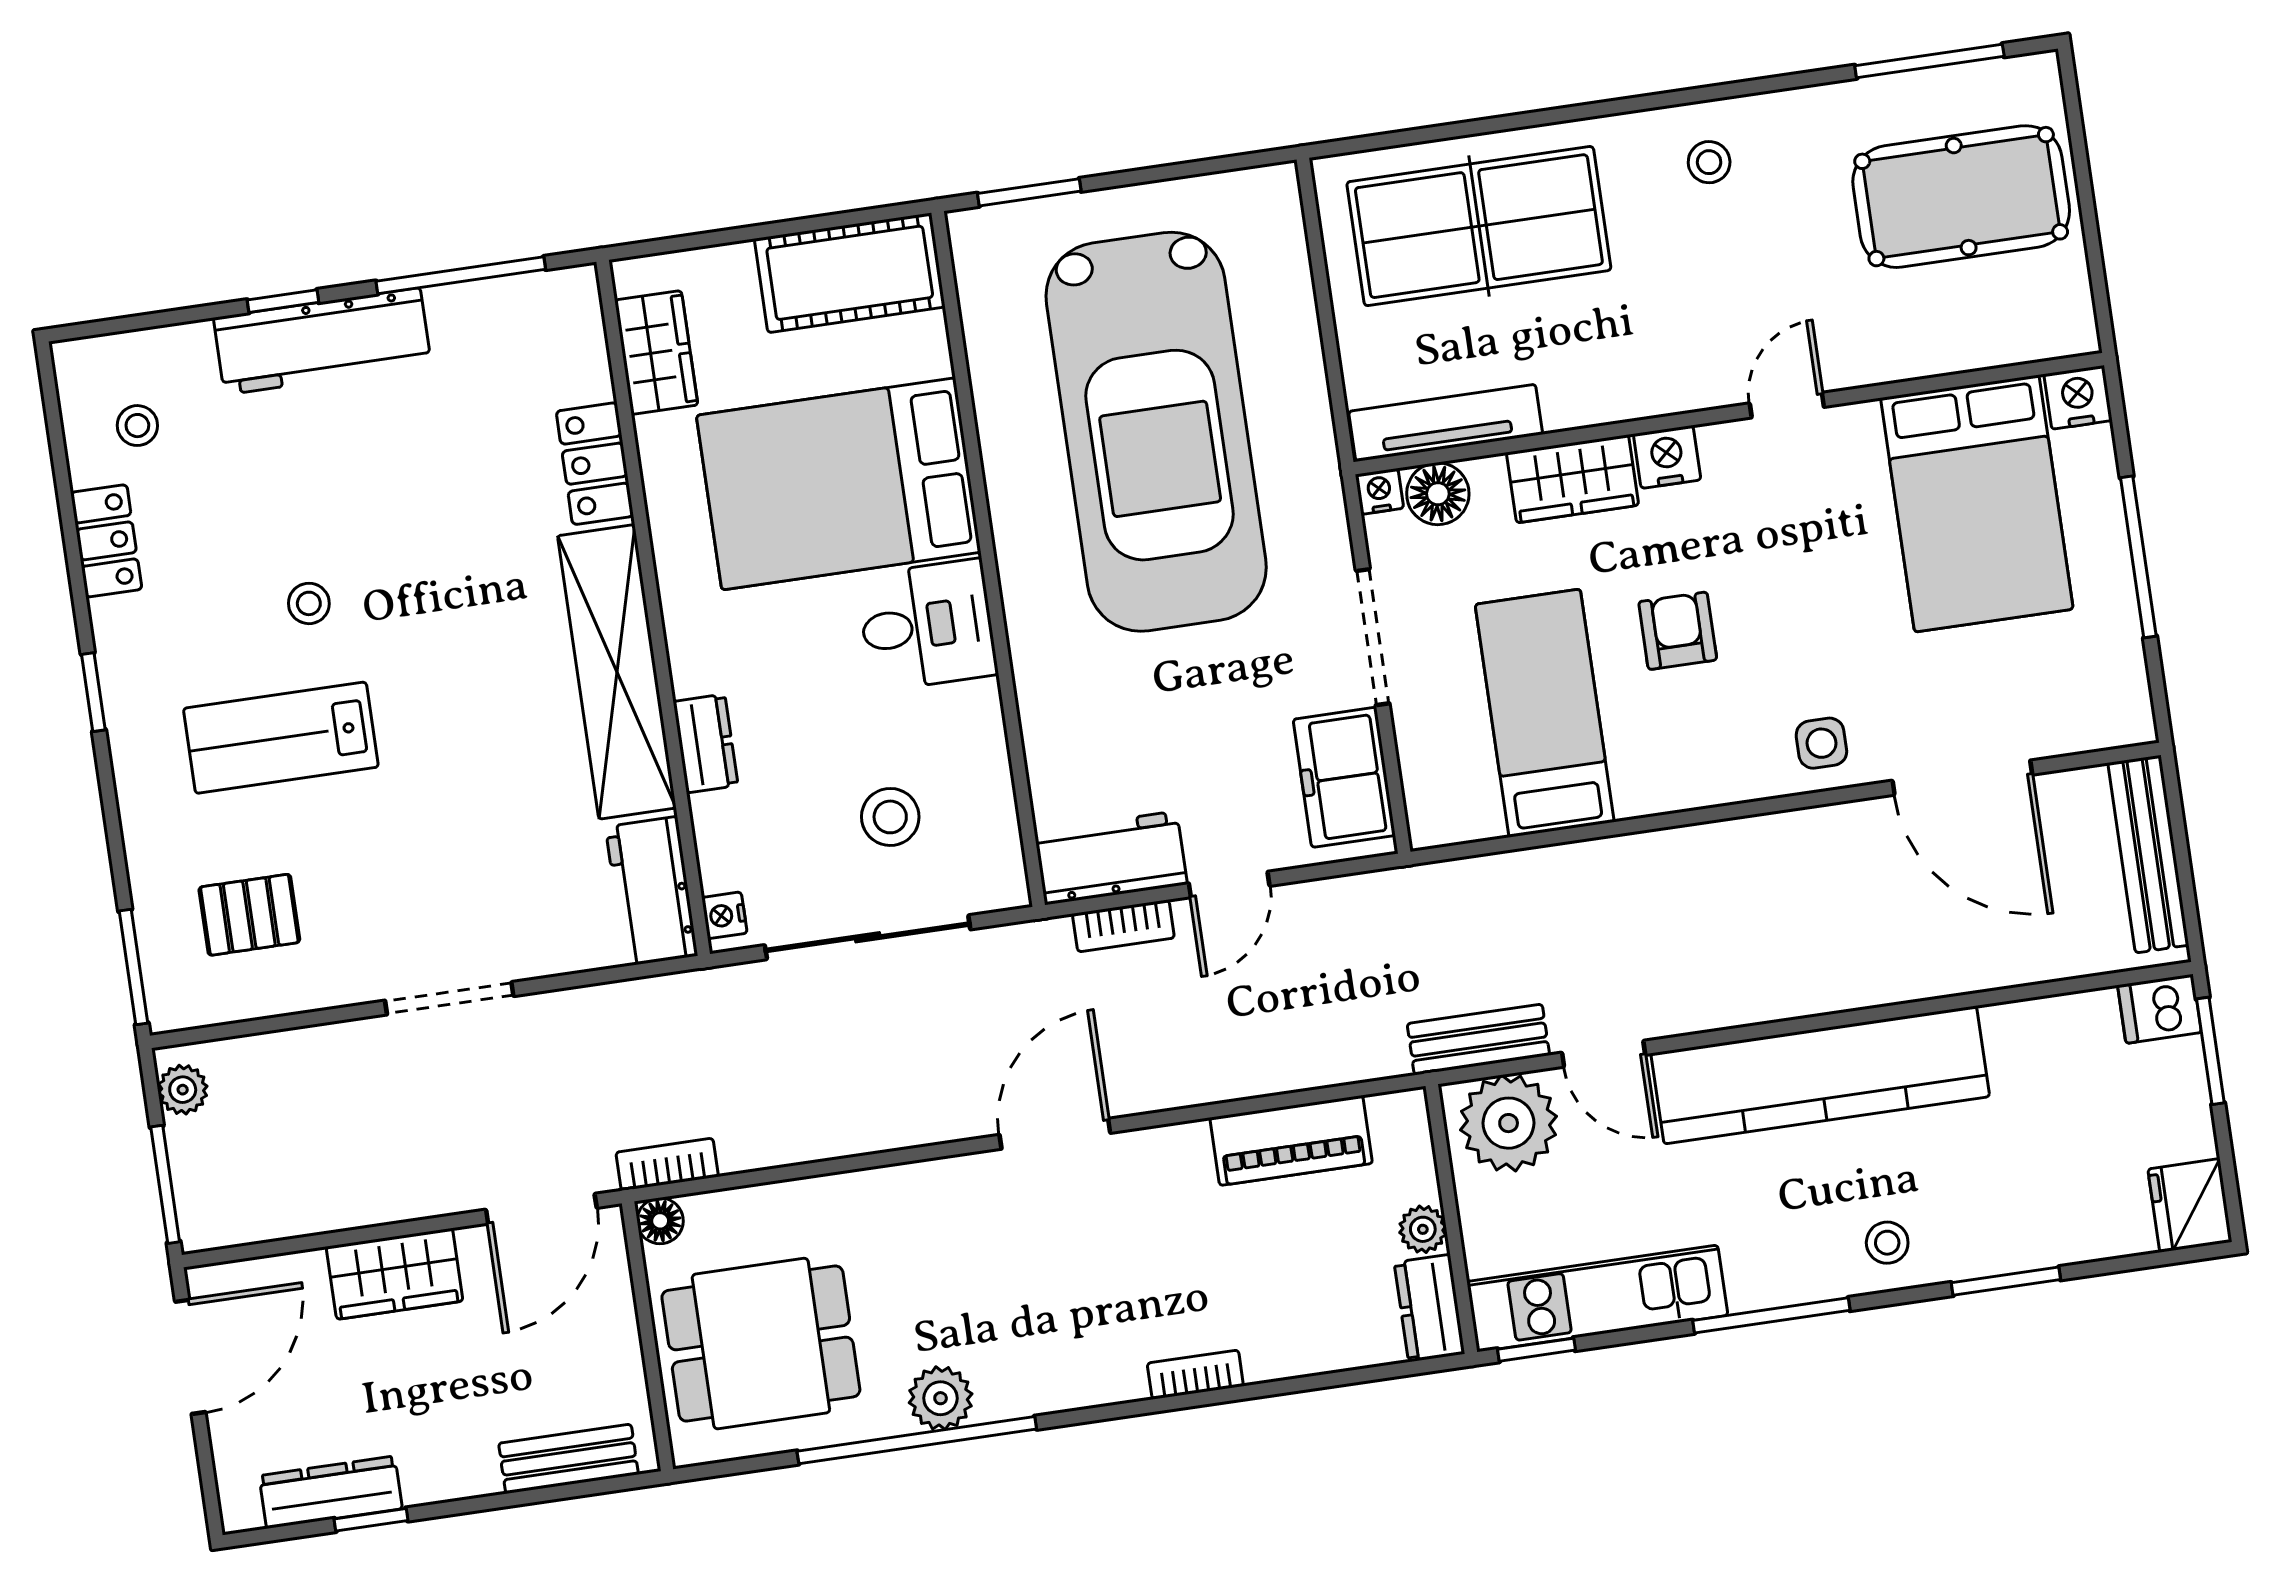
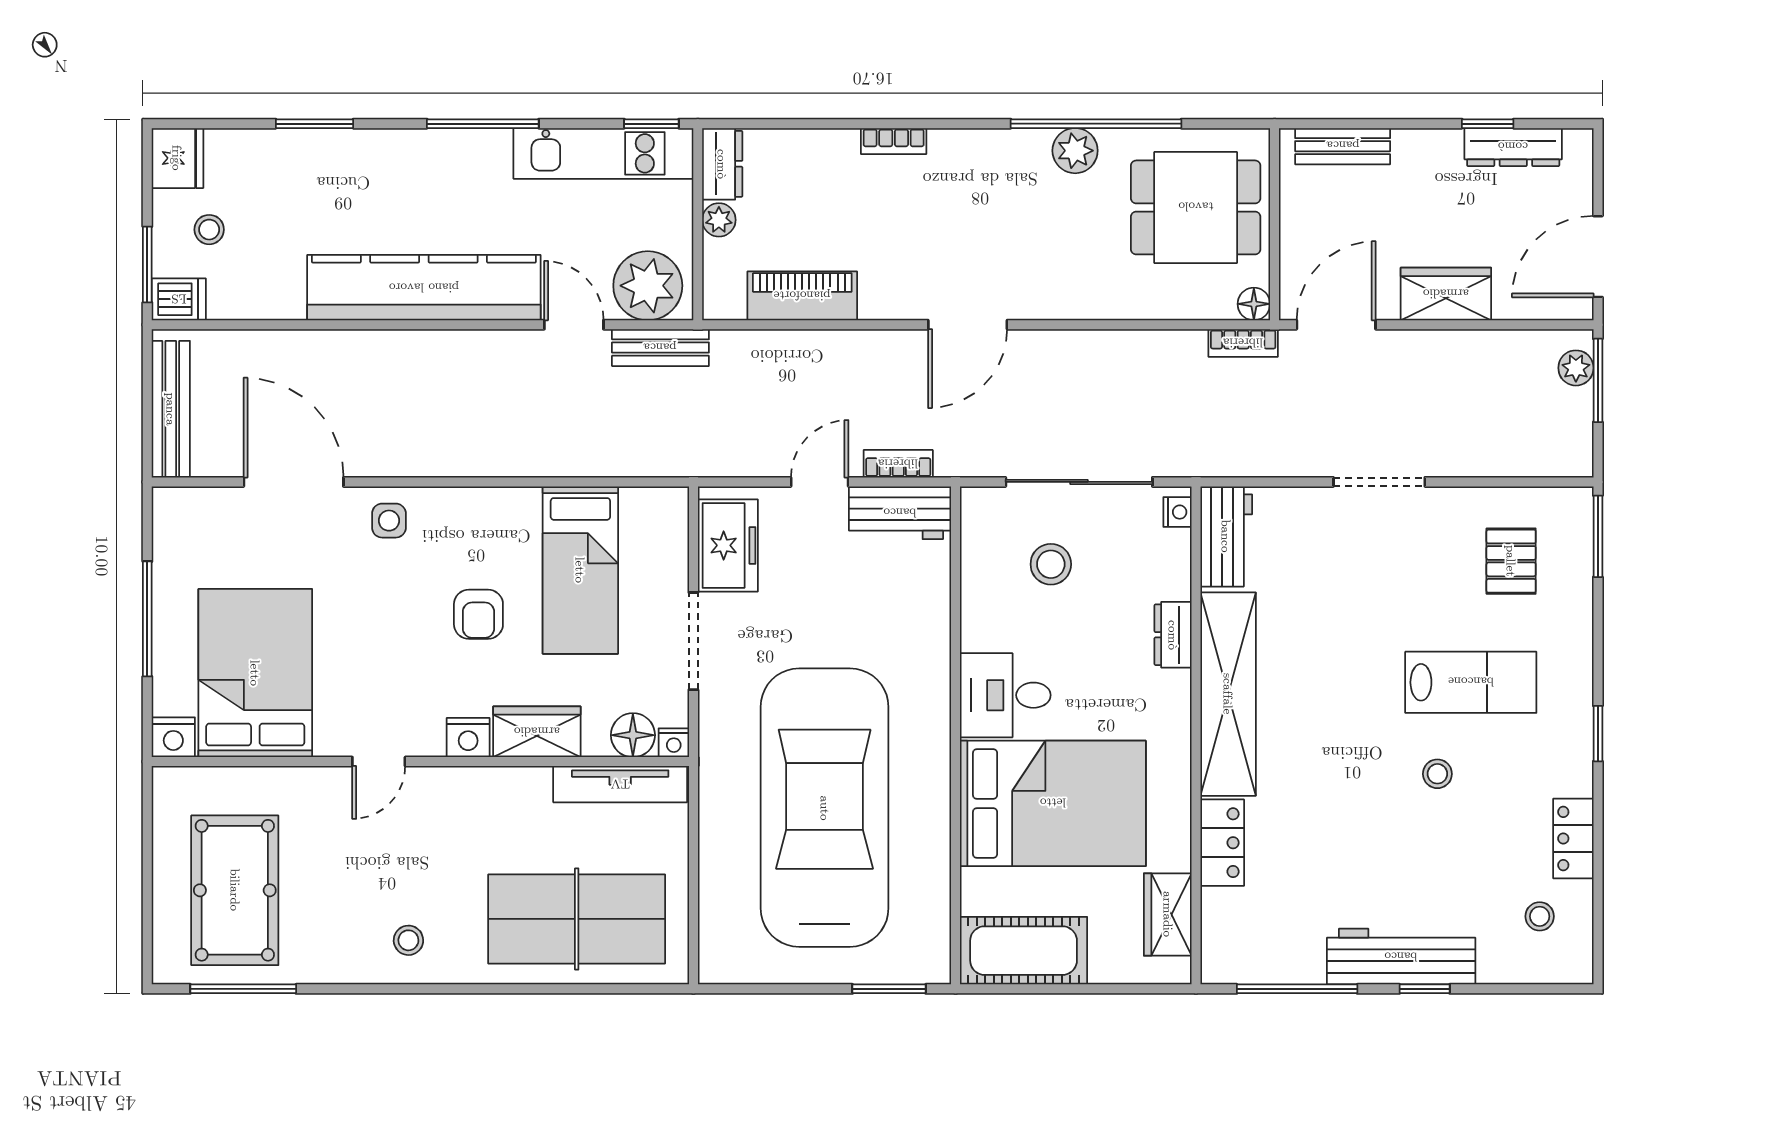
pool table: (1961, 197) -> (235, 890), turned 90
pallet: (249, 915) -> (1511, 561), turned 90
plant: (183, 1090) -> (1576, 368), moved
stool: (1887, 1243) -> (209, 230), moved

